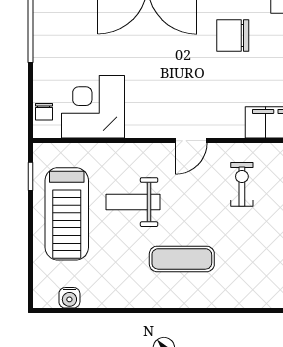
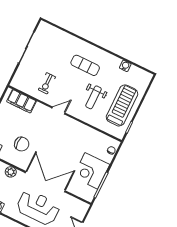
corner desk: (93, 107) -> (91, 171), moved, turned 90
weight bench: (133, 202) -> (94, 97), turned 90
water cooler: (69, 298) -> (125, 66), moved

